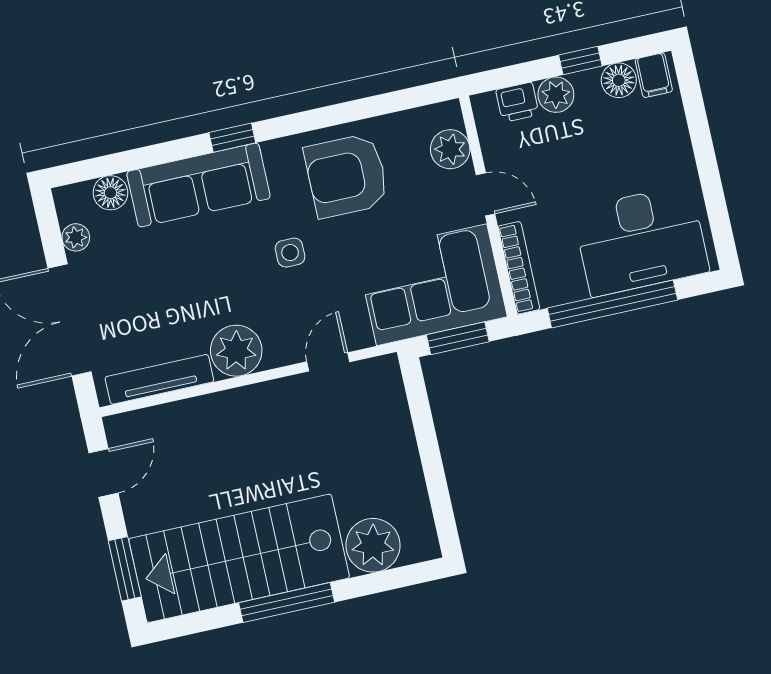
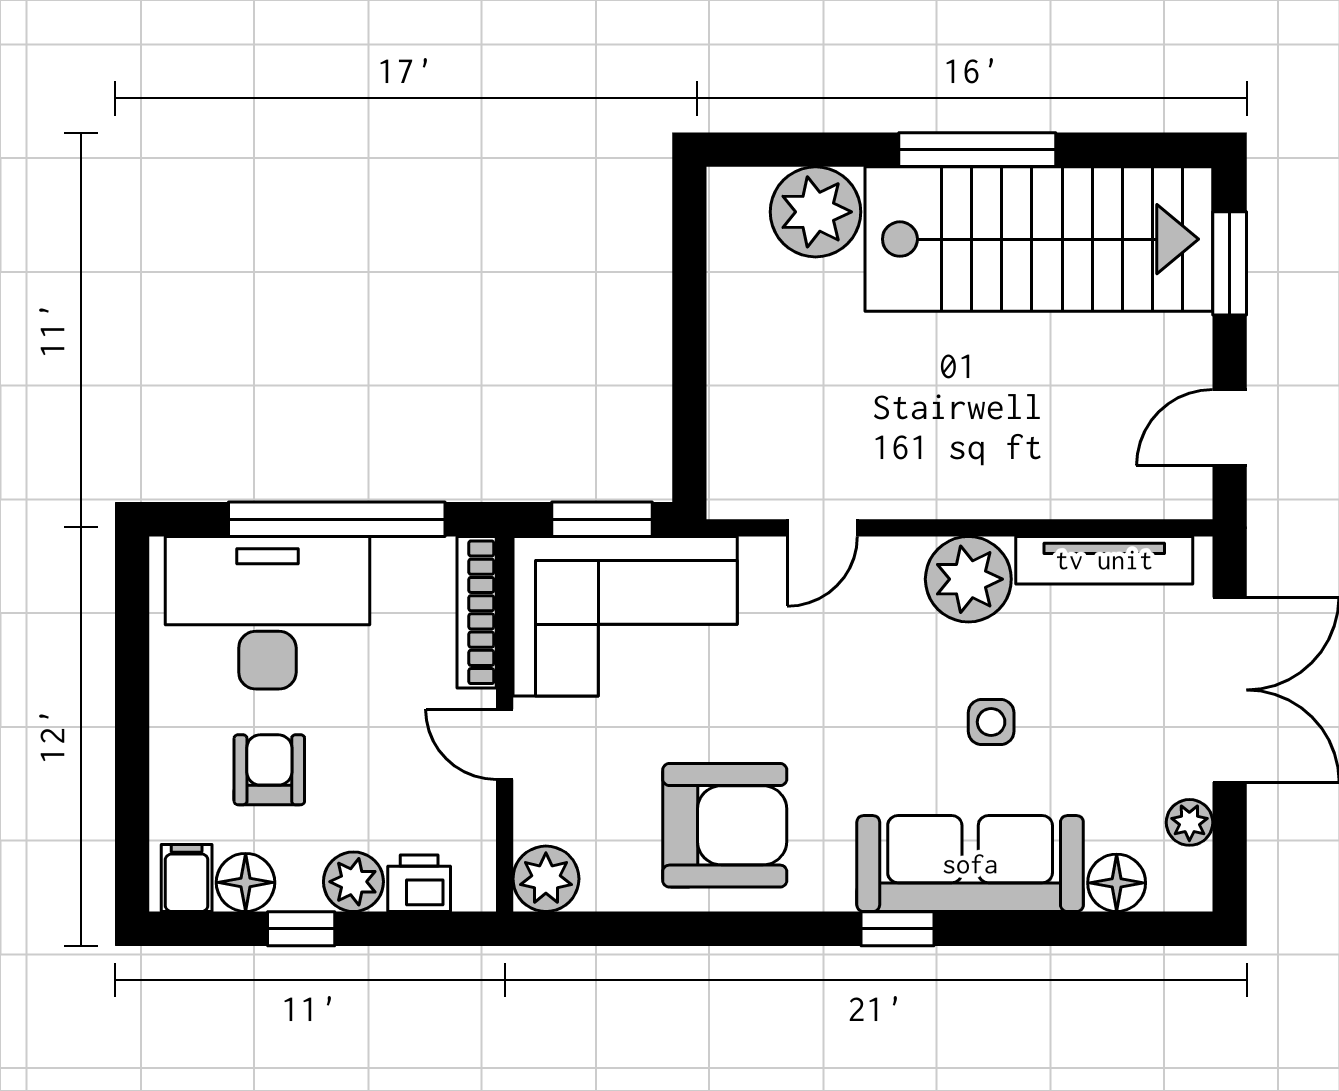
plant: (450, 149) -> (546, 879), moved
armchair: (619, 149) -> (269, 770), added
side table: (290, 253) -> (991, 722), moved

